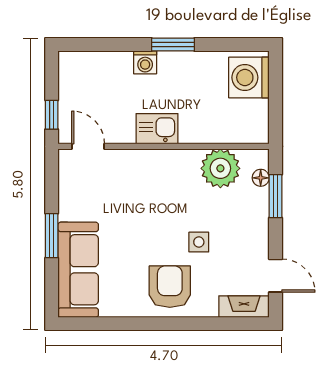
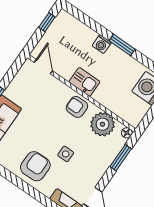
window: (52, 115) -> (47, 22), moved
armchair: (170, 169) -> (77, 107), added
floor lamp: (261, 178) -> (127, 133), moved

